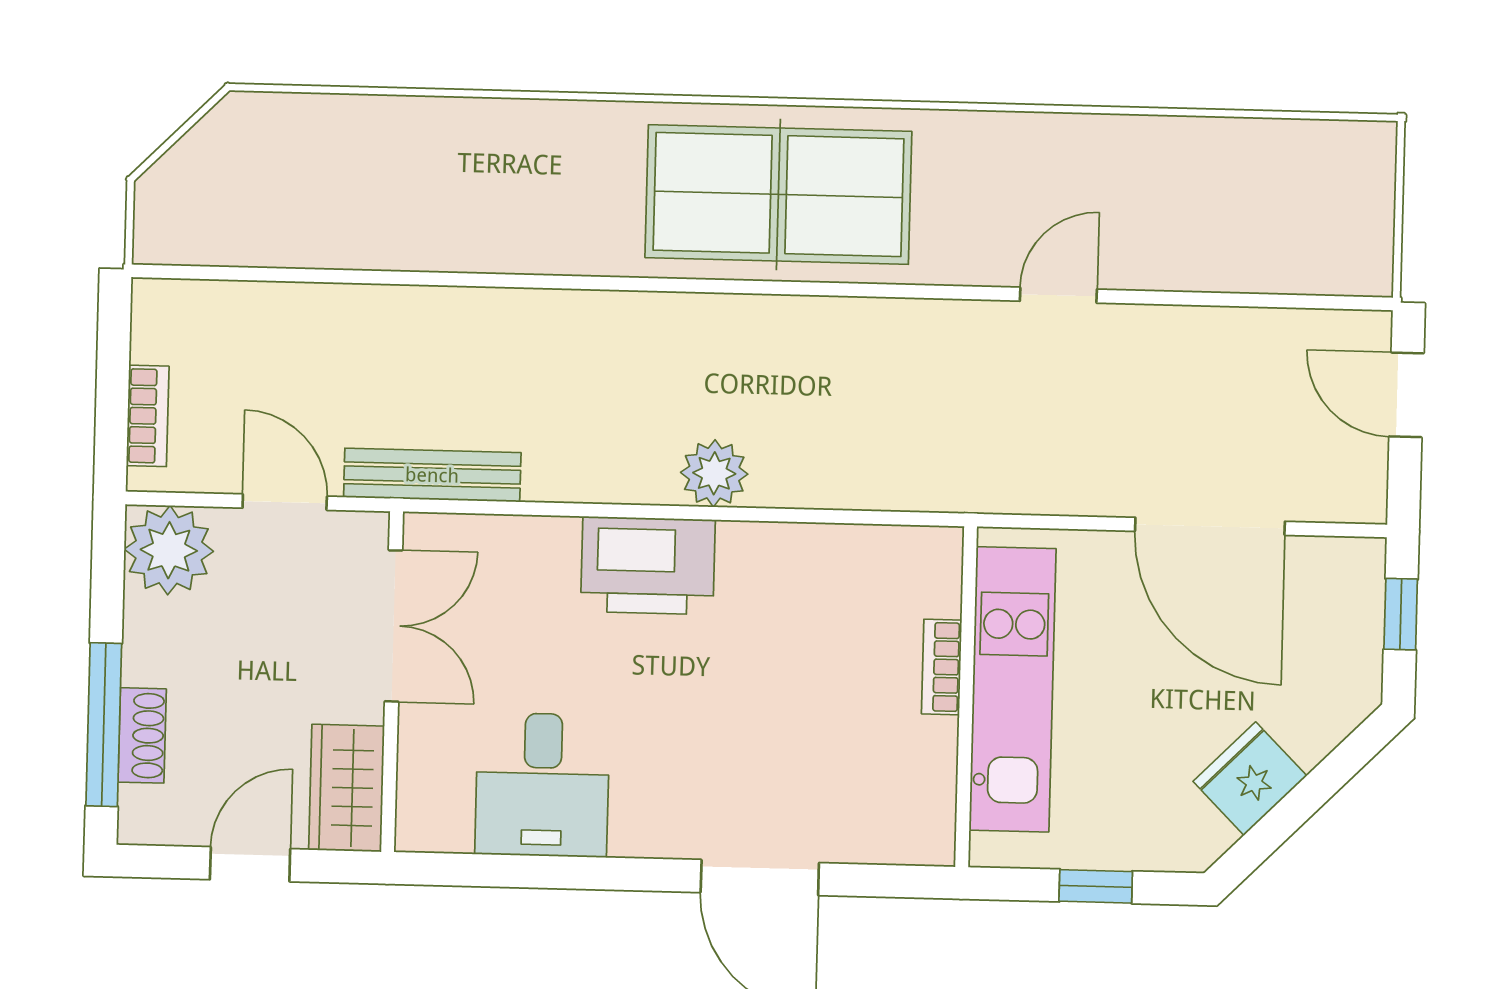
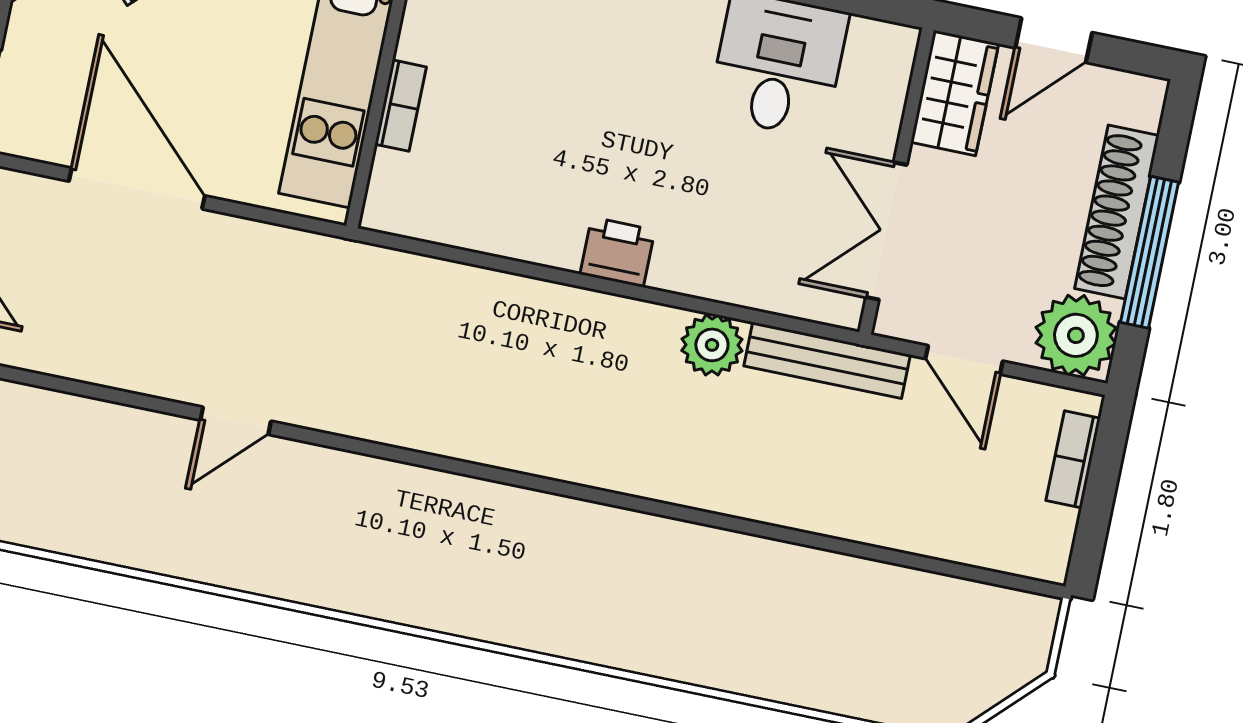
table tennis table: (778, 194) -> (471, 556), removed
plant: (714, 473) -> (712, 345), moved
printer: (648, 566) -> (618, 252), width x0.53, depth x0.68
window: (104, 725) -> (1150, 252), moved
shoe rack: (142, 735) -> (1117, 212), width x1.94, depth x1.24

